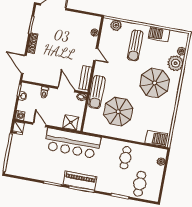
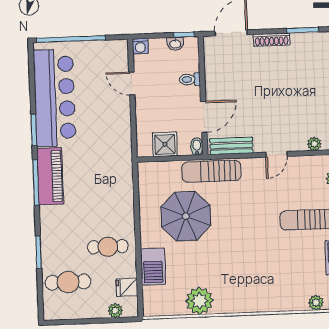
plant: (176, 63) -> (200, 301), moved
parasol: (155, 83) -> (250, 268), removed
shower: (71, 122) -> (165, 144), moved
door: (39, 125) -> (132, 83), swing flipped
fridge: (18, 128) -> (127, 287), moved
barbecue: (156, 138) -> (153, 267), moved
bar counter: (72, 143) -> (55, 98), moved, turned 180

